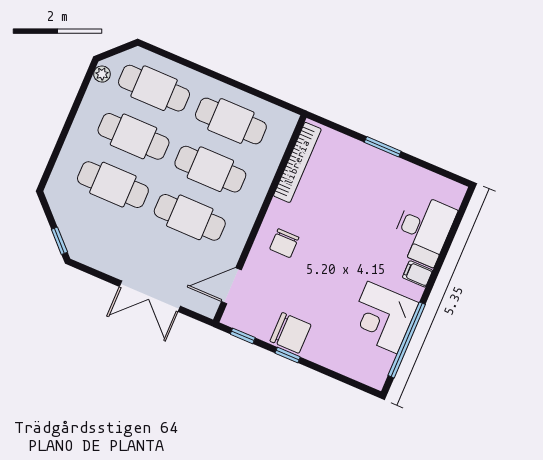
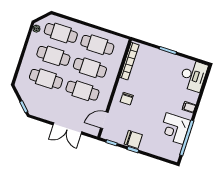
desk: (423, 230) -> (193, 76), moved

